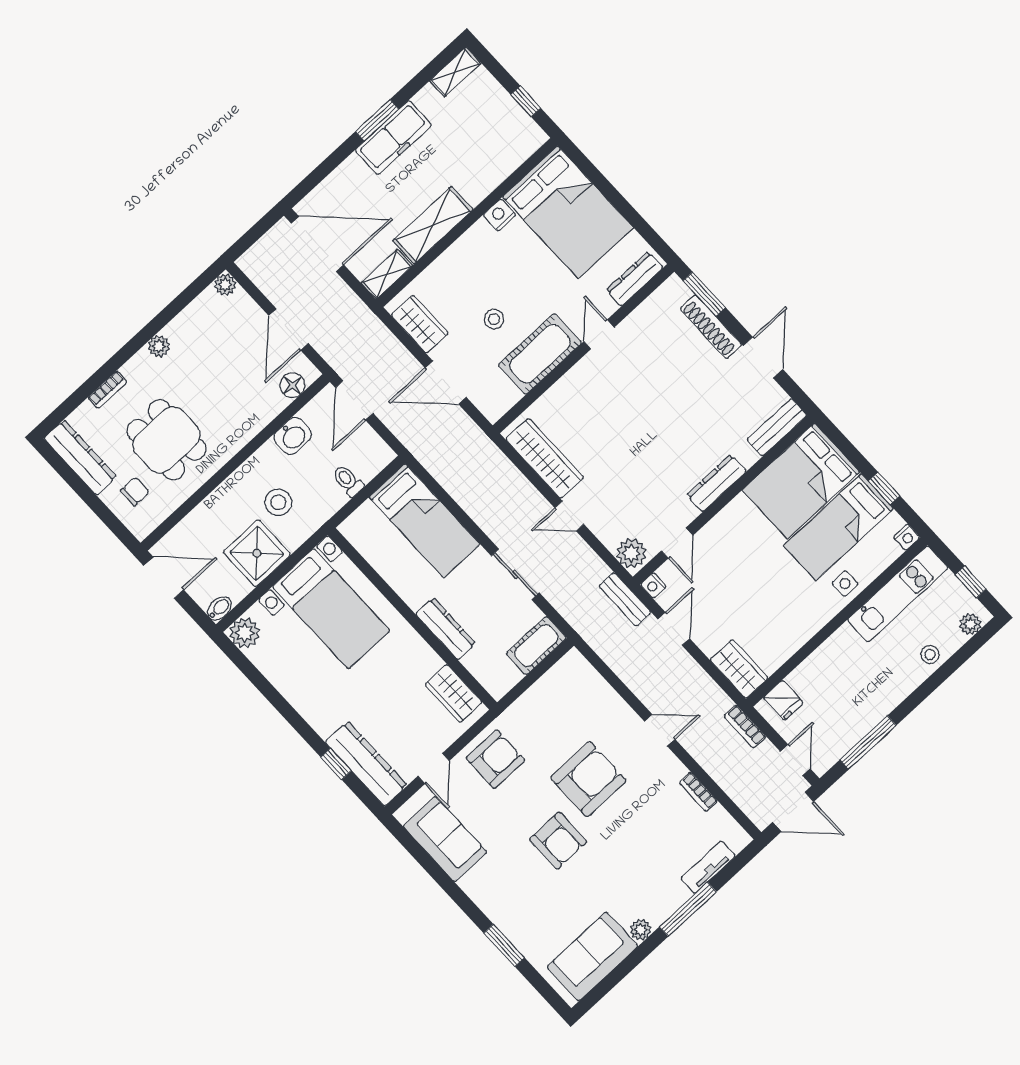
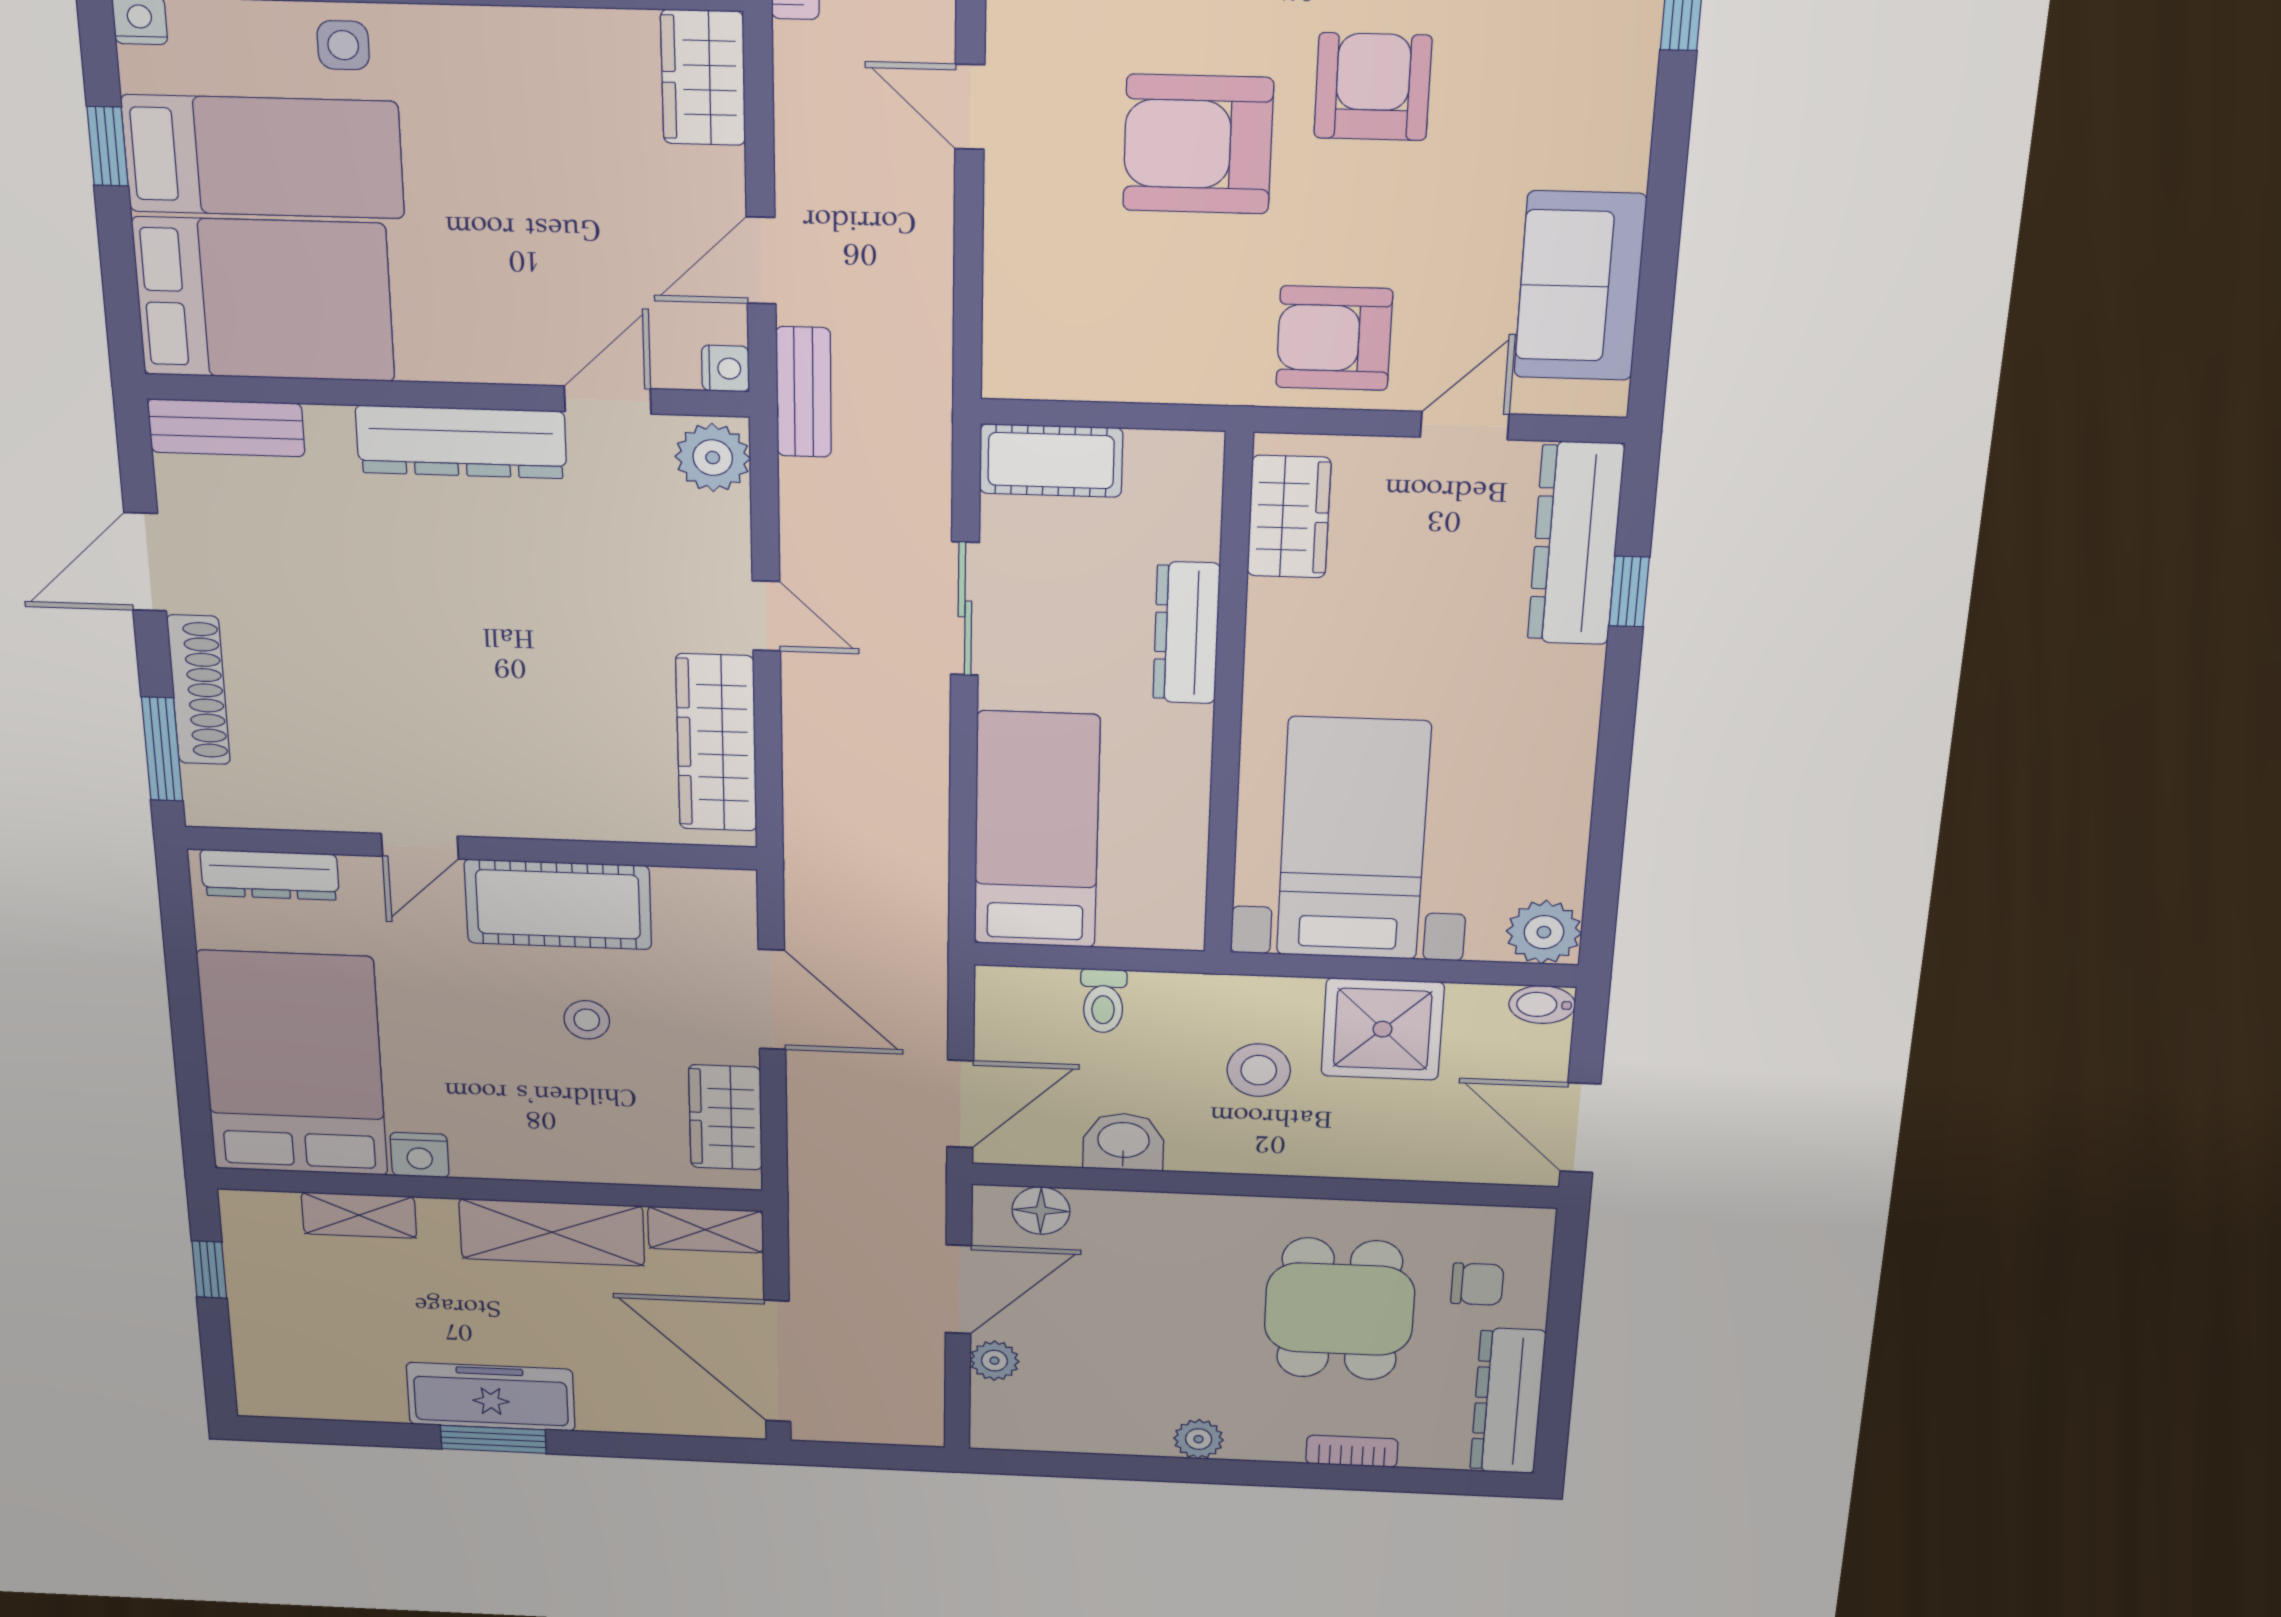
shelving: (455, 72) -> (359, 1215), moved
plant: (225, 285) -> (994, 1361), moved
dresser: (717, 483) -> (461, 442), width x1.37, depth x1.24
chair: (135, 491) -> (1477, 1284), turned 180

